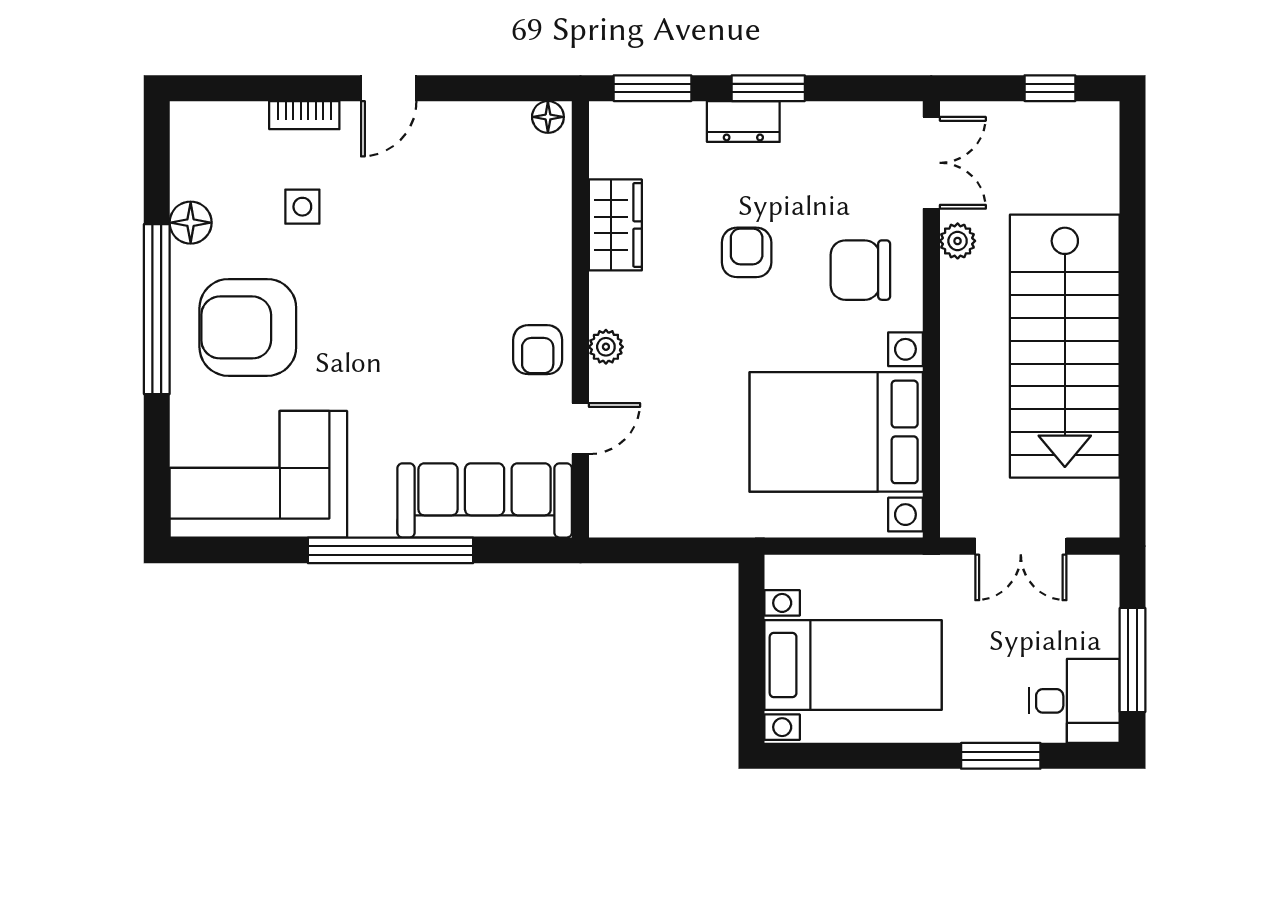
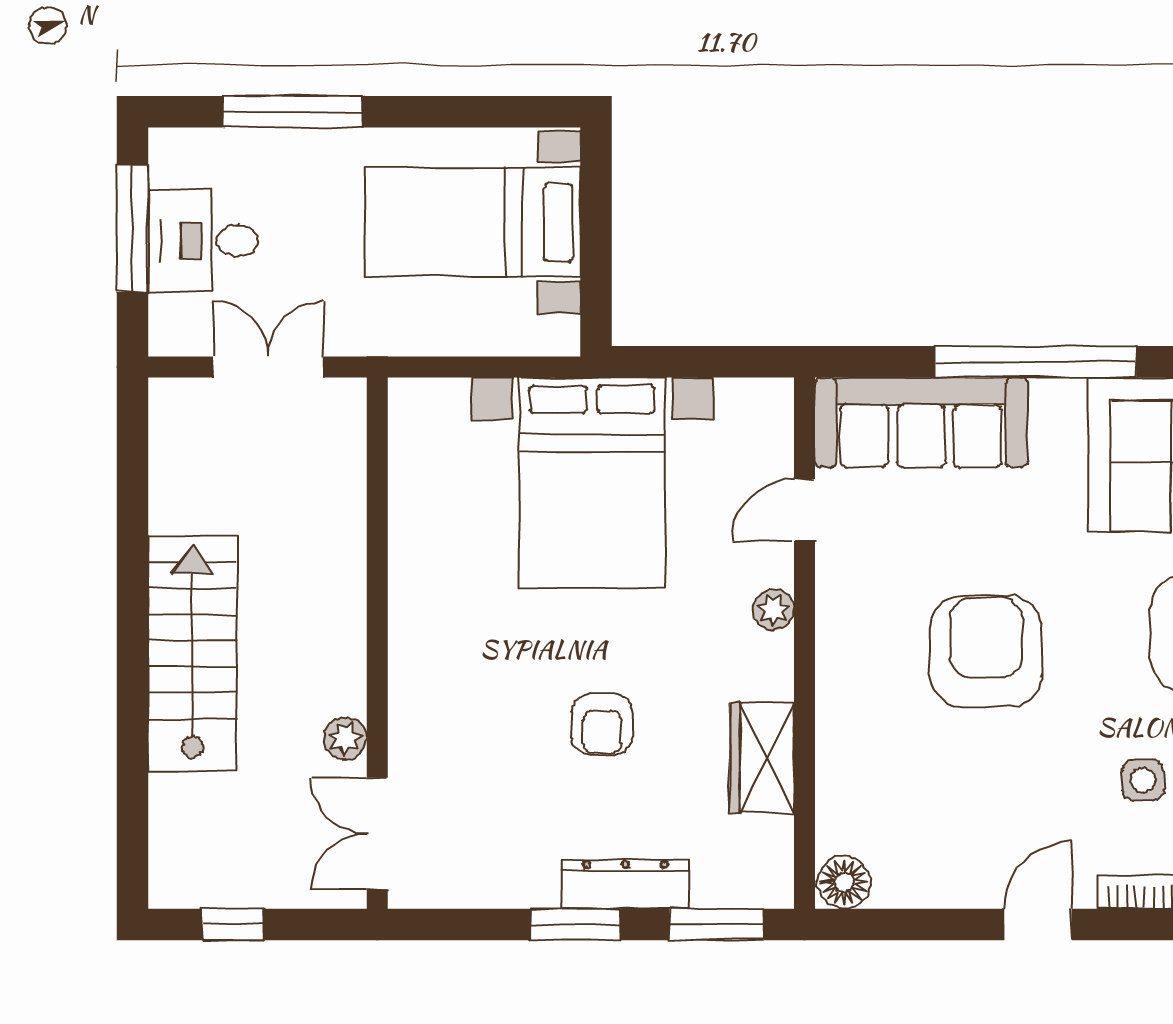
floor lamp: (548, 117) -> (844, 882), width x1.37, depth x1.37
dresser: (743, 121) -> (626, 884), width x1.44
chair: (860, 270) -> (464, 703), removed
stairs: (1065, 346) -> (192, 653), width x0.73, depth x0.66
armchair: (538, 350) -> (986, 651), moved, width x1.88, depth x1.88
bed with nightstands: (836, 432) -> (592, 483), moved, turned 90
desk: (1074, 701) -> (203, 241), moved
window: (1001, 756) -> (293, 112), width x1.44

